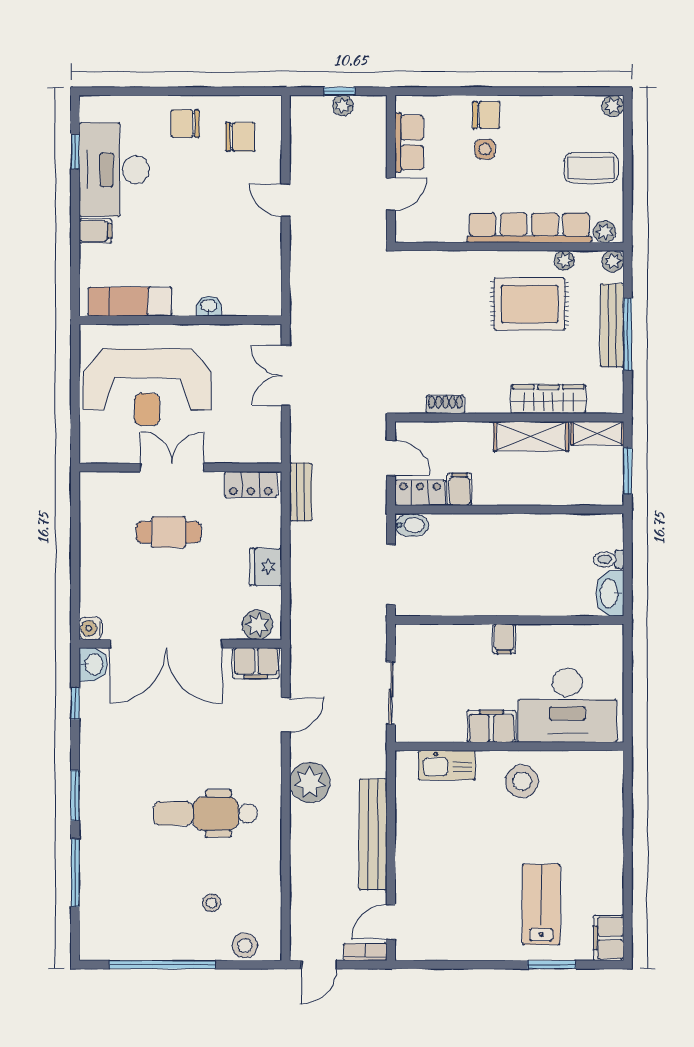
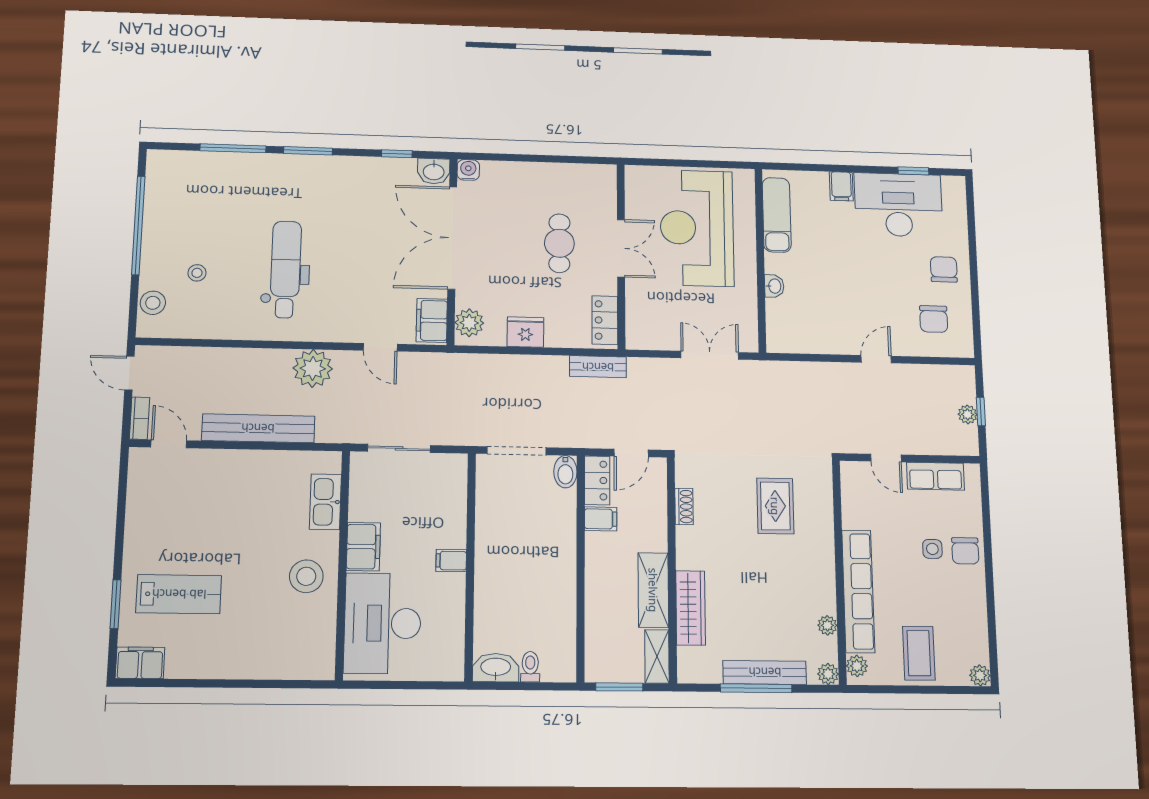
rug: (529, 304) -> (775, 506), moved, width x0.73, depth x0.70

